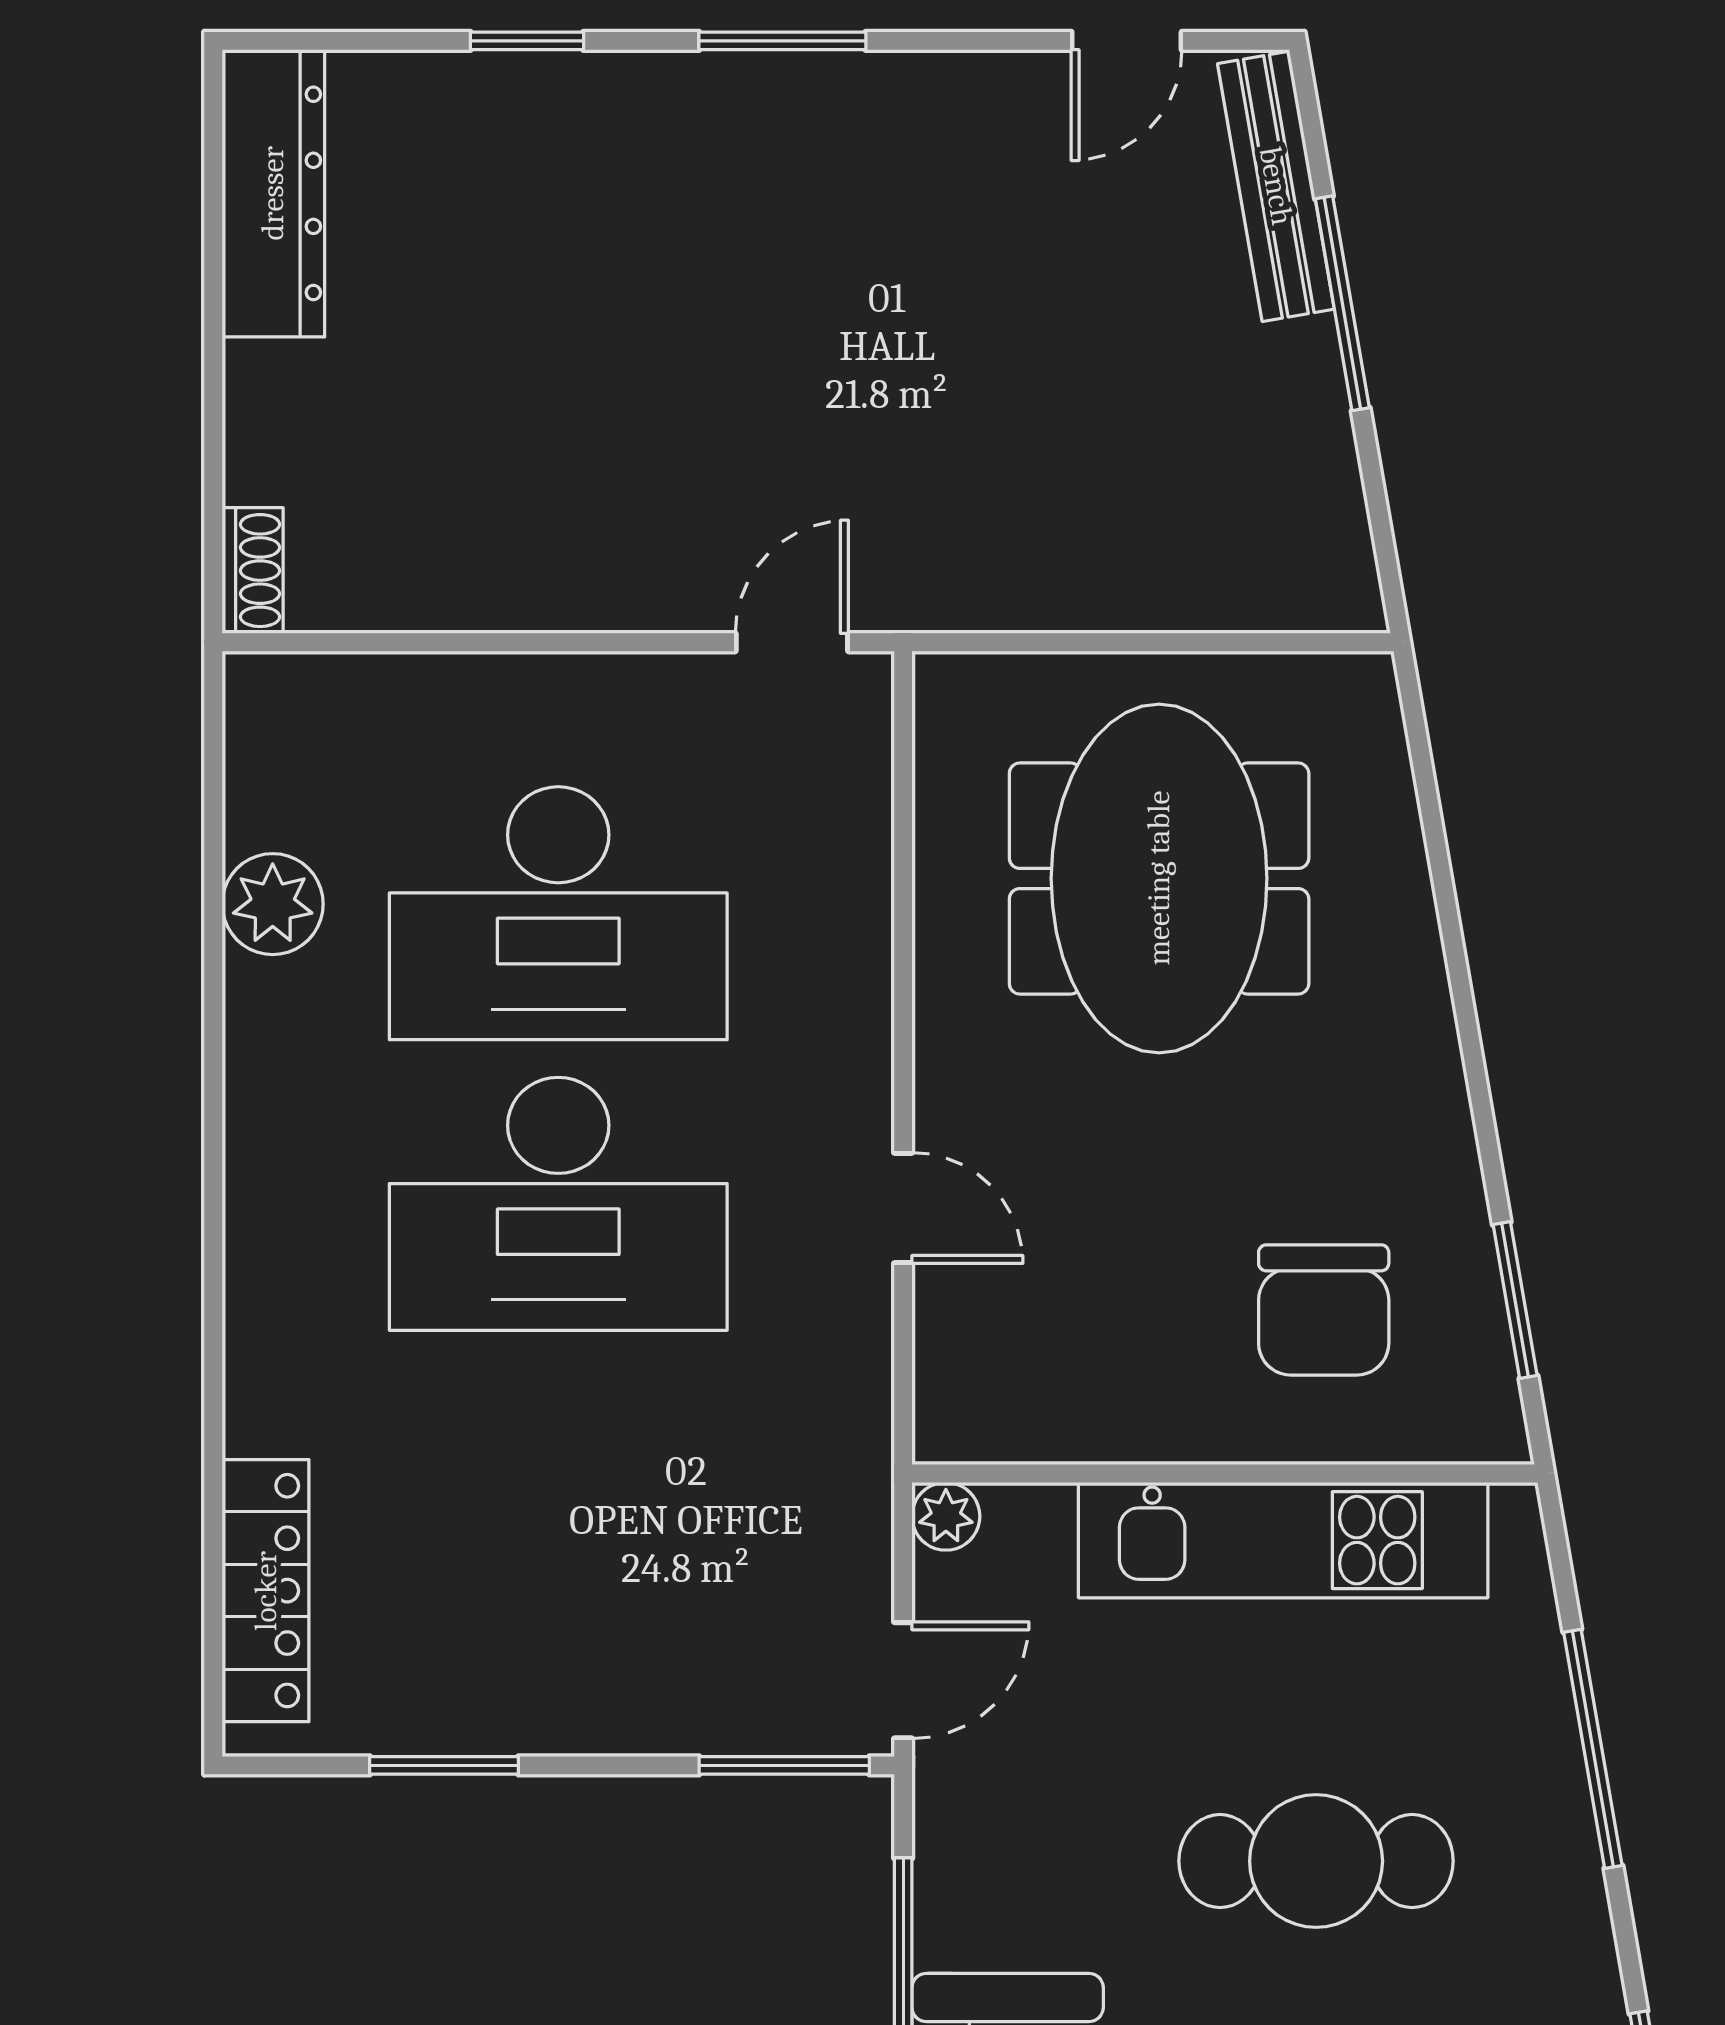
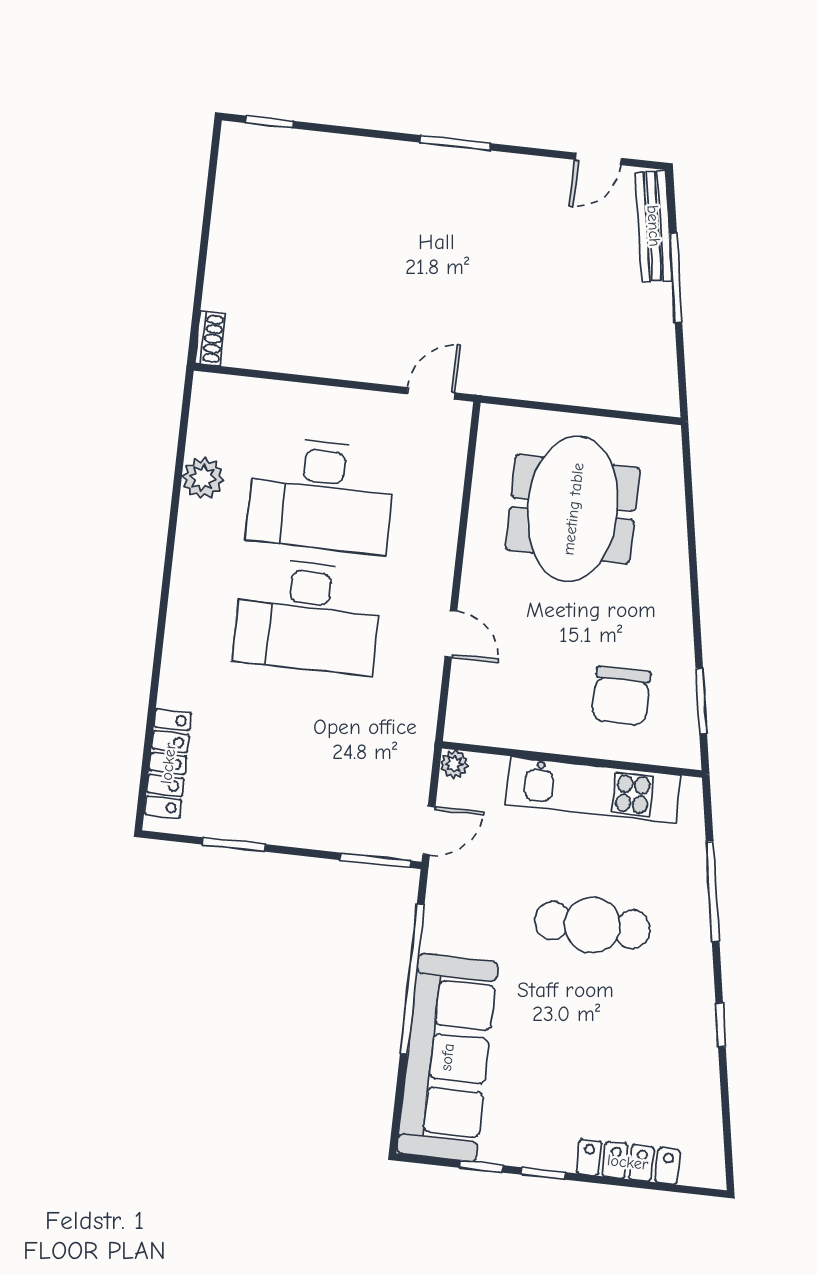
window: (527, 41) -> (269, 122), moved
dresser: (273, 193) -> (236, 182), removed

